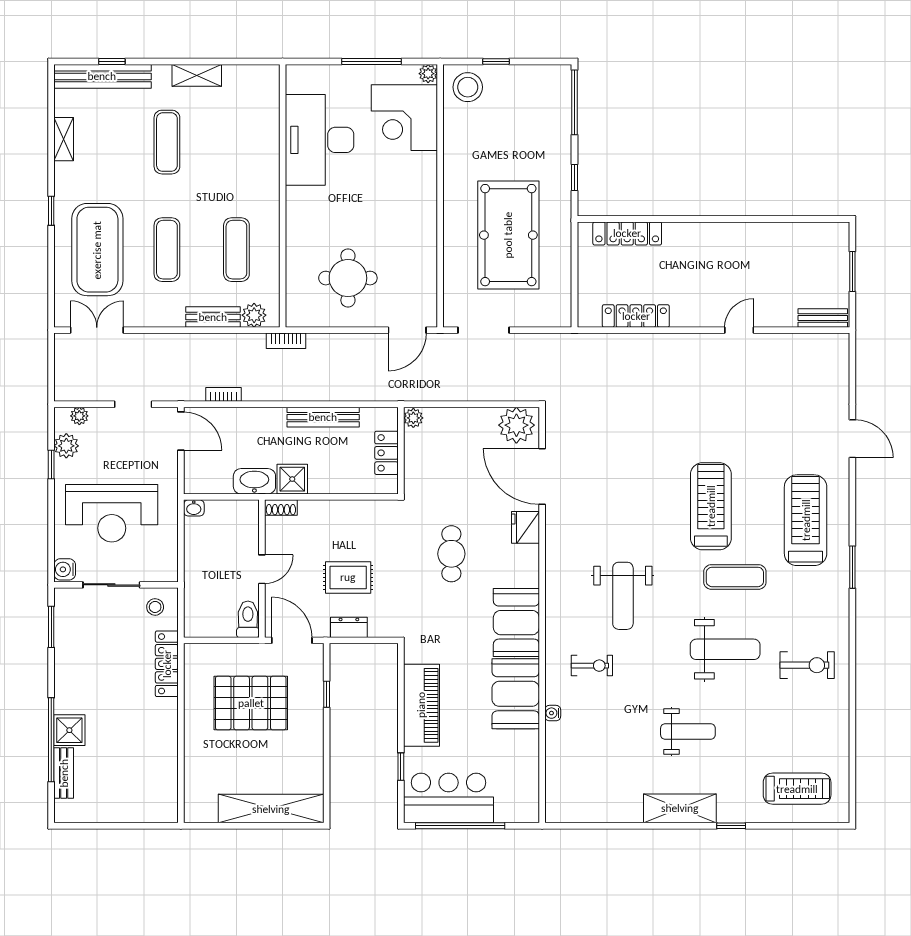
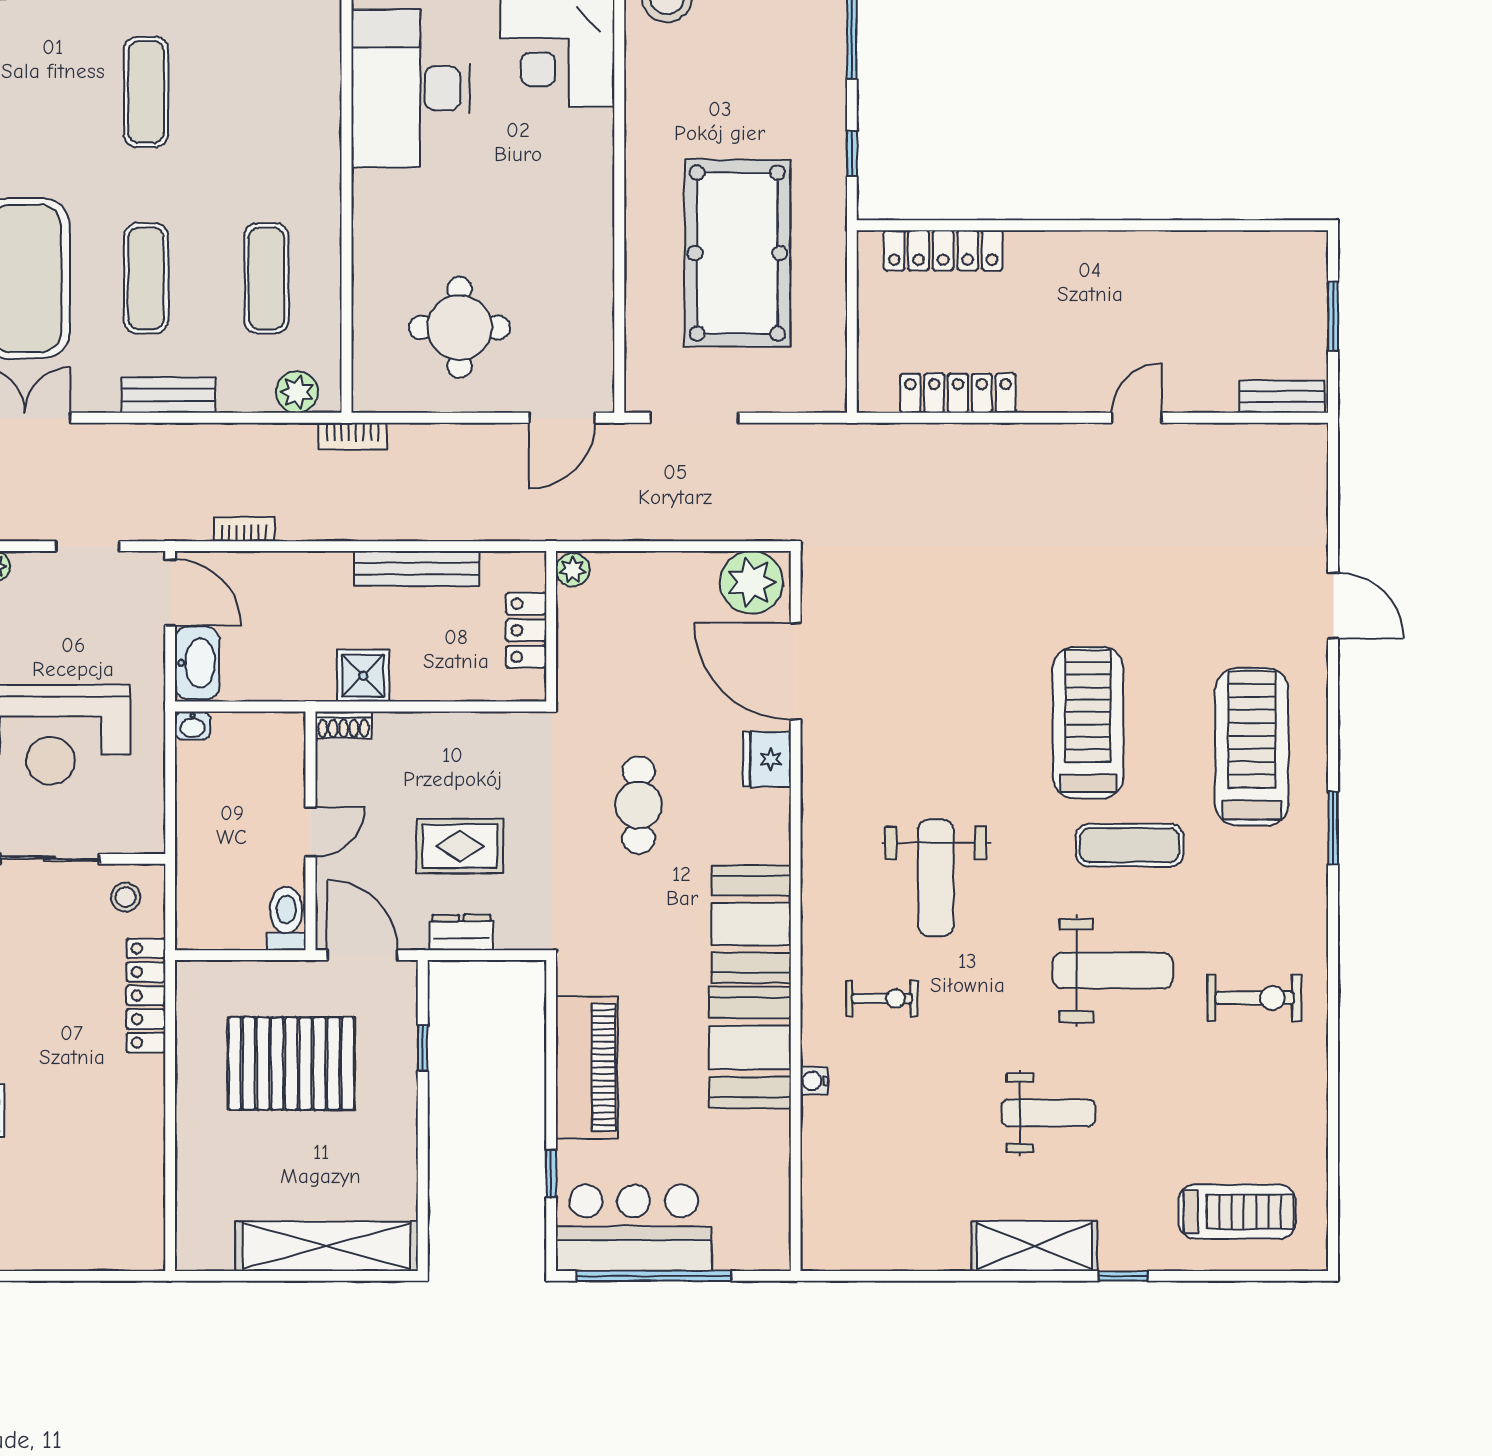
bench: (213, 317) -> (169, 395), moved
washbasin: (254, 481) -> (197, 663), moved, turned 90

